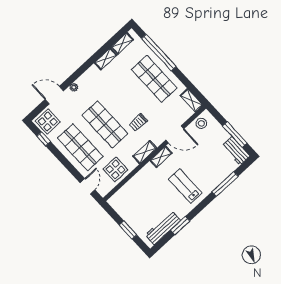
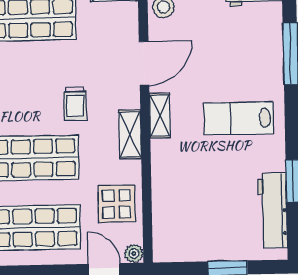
plant: (103, 192) -> (134, 253), added

